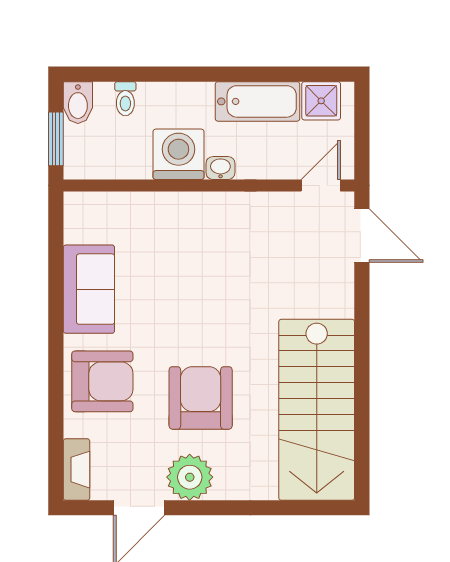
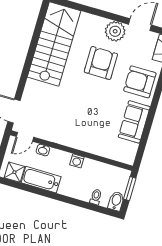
washing machine: (178, 154) -> (77, 161), width x0.53, depth x0.53
washbasin: (220, 168) -> (43, 150), moved
armchair: (201, 398) -> (101, 63), turned 180

